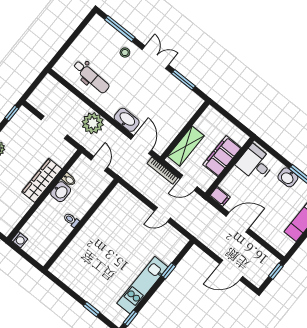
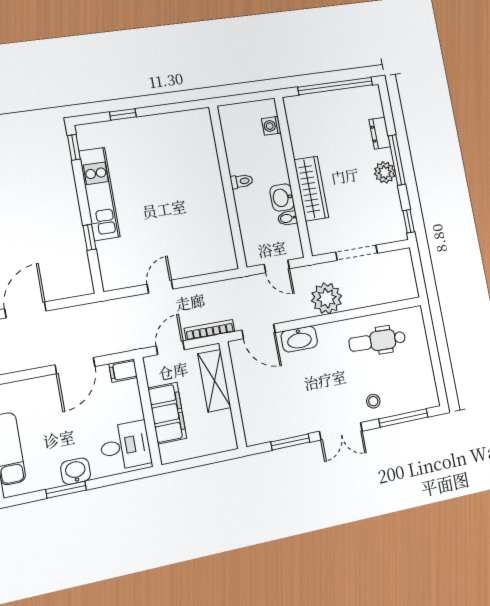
washing machine: (20, 240) -> (271, 126), moved

